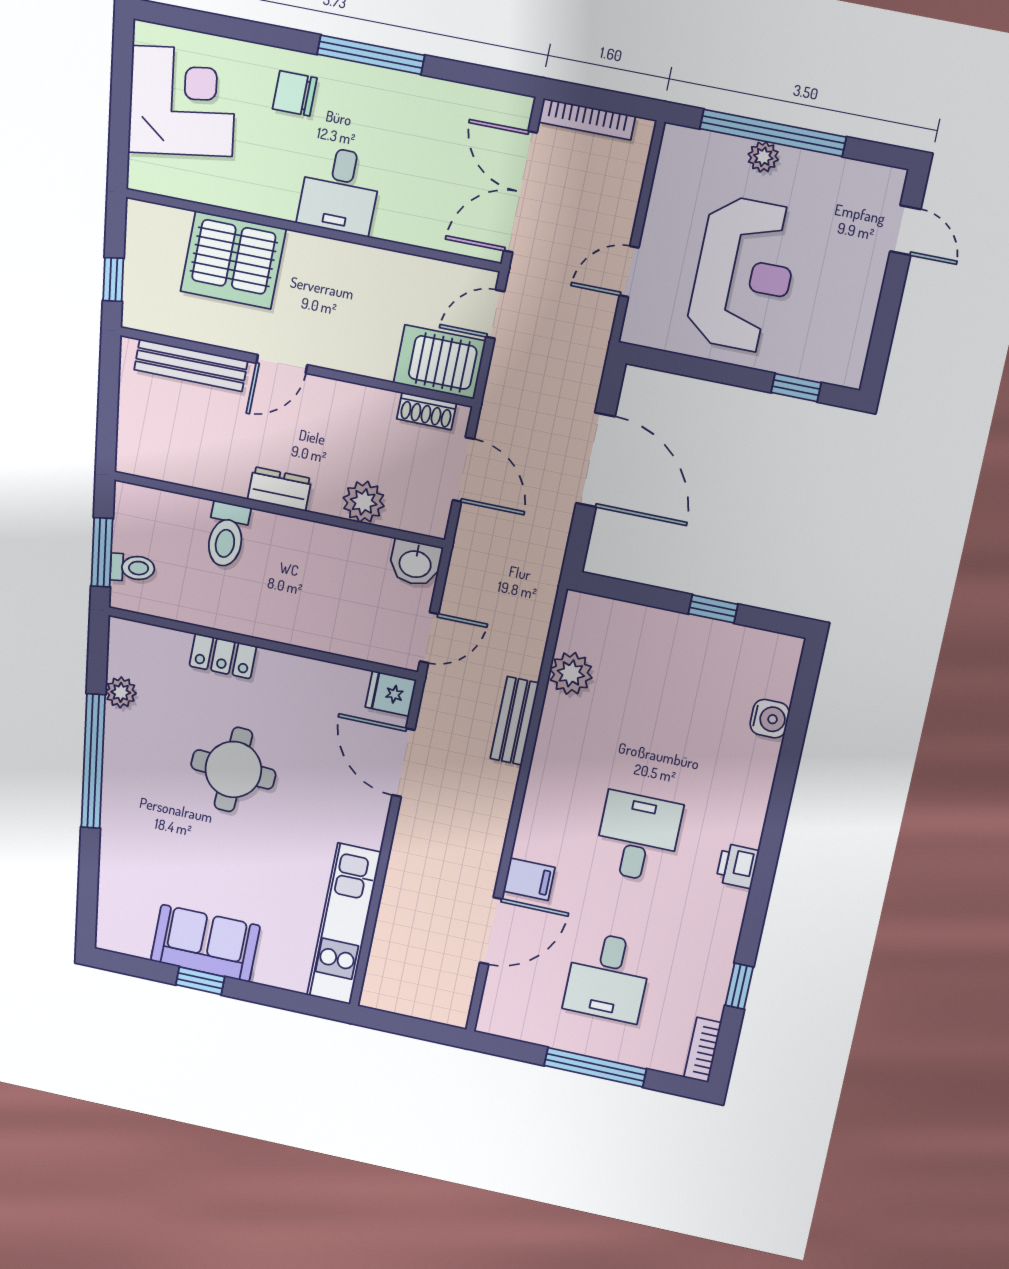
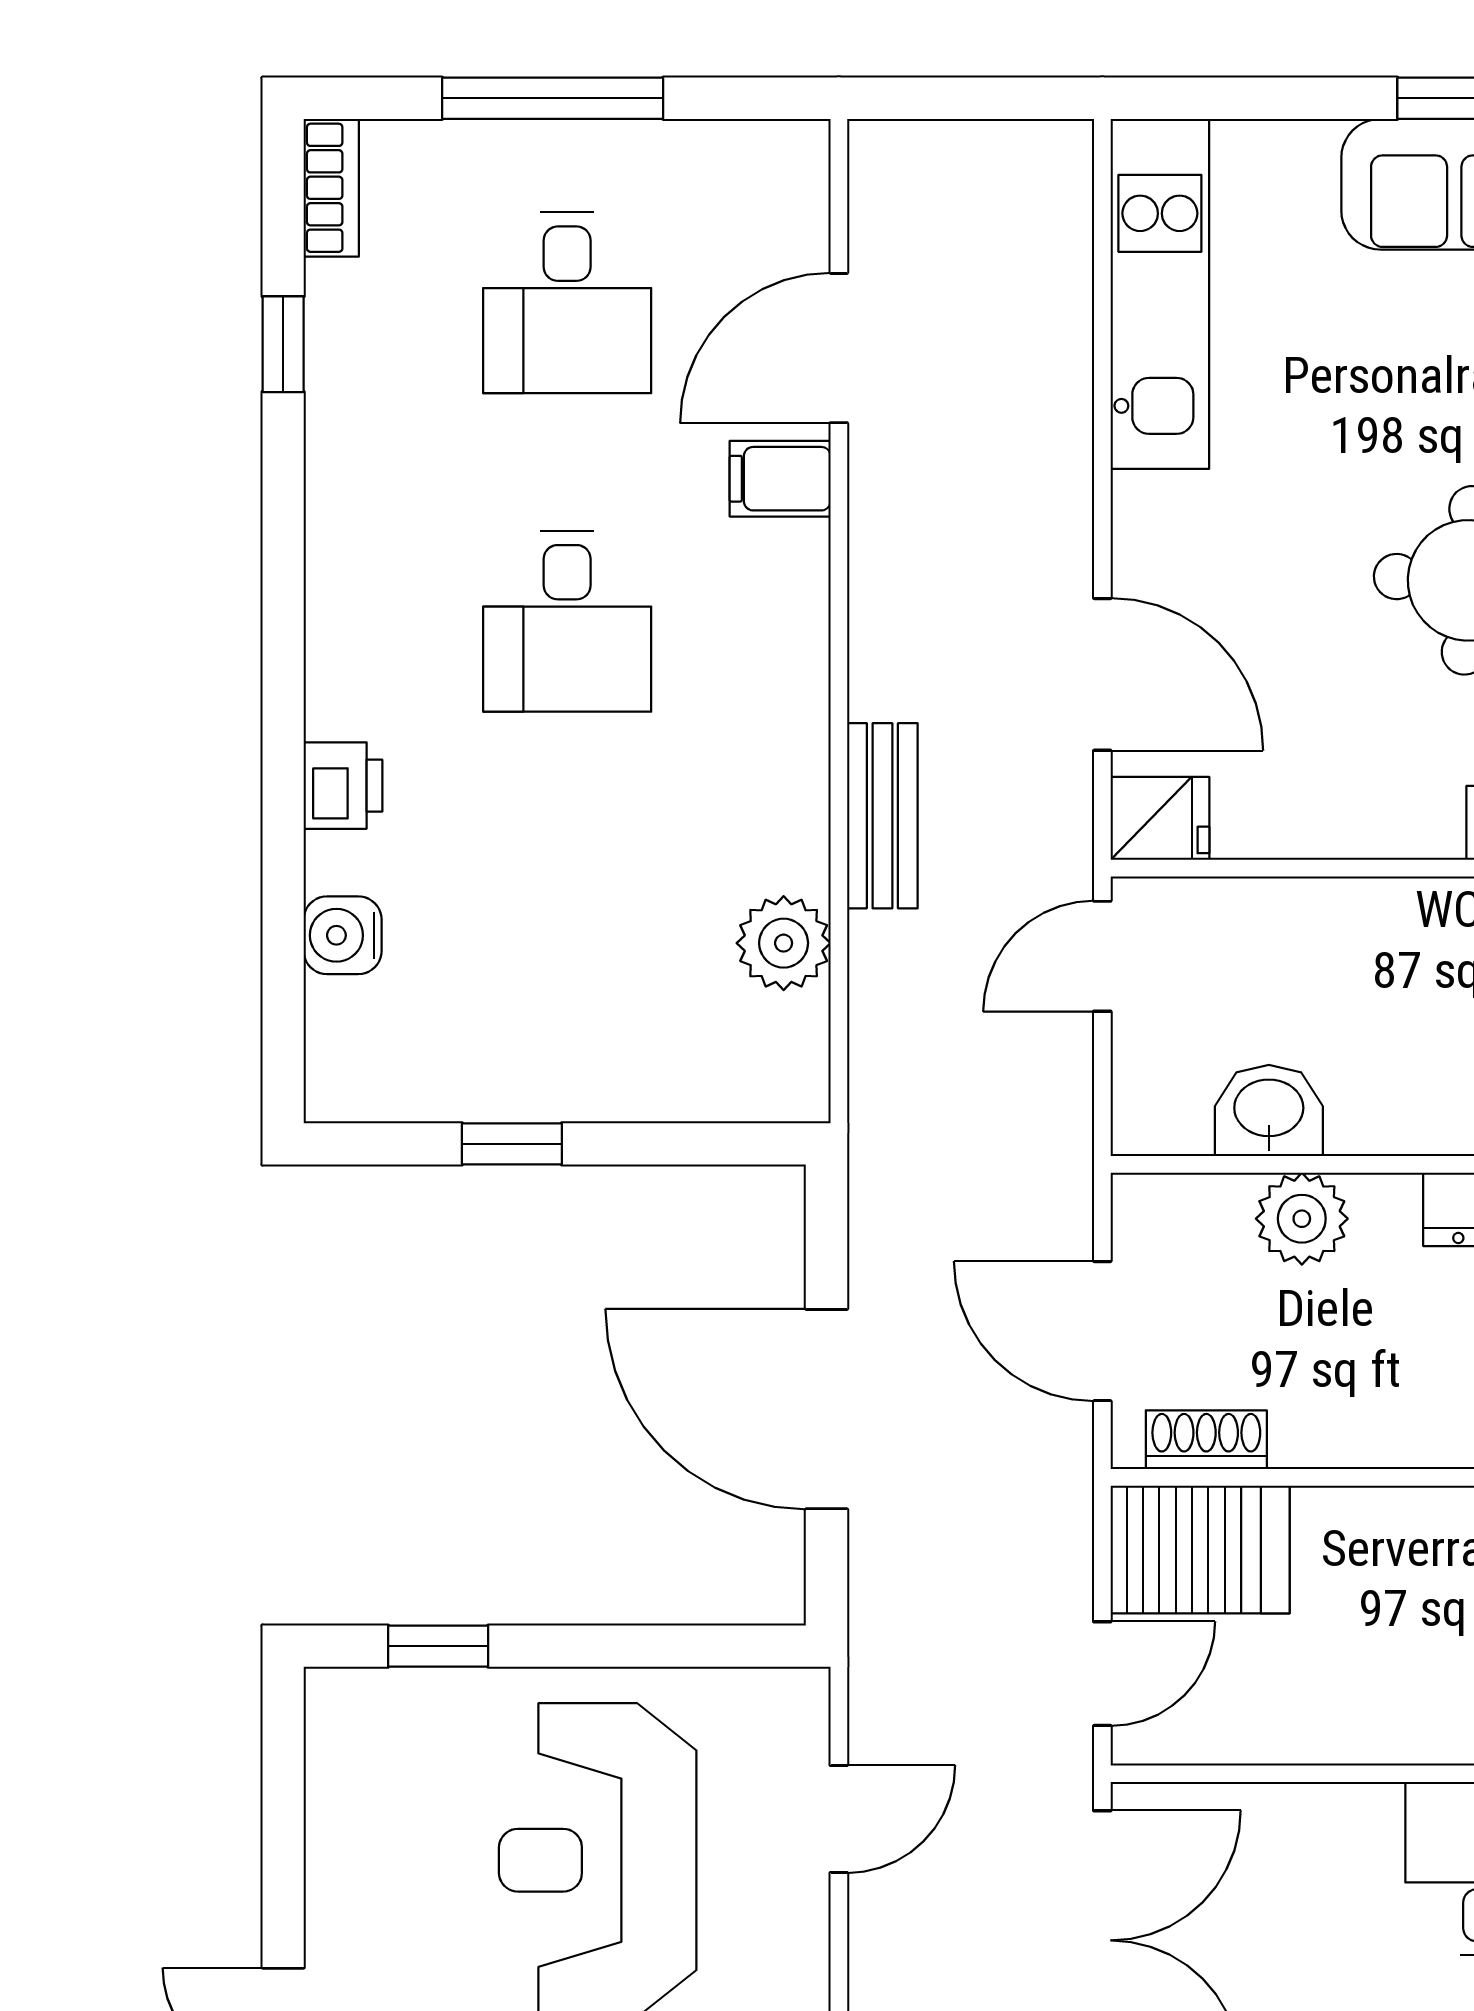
washbasin: (415, 563) -> (1269, 1111), moved
printer: (737, 866) -> (343, 786), moved
desk: (608, 977) -> (567, 303), turned 180

